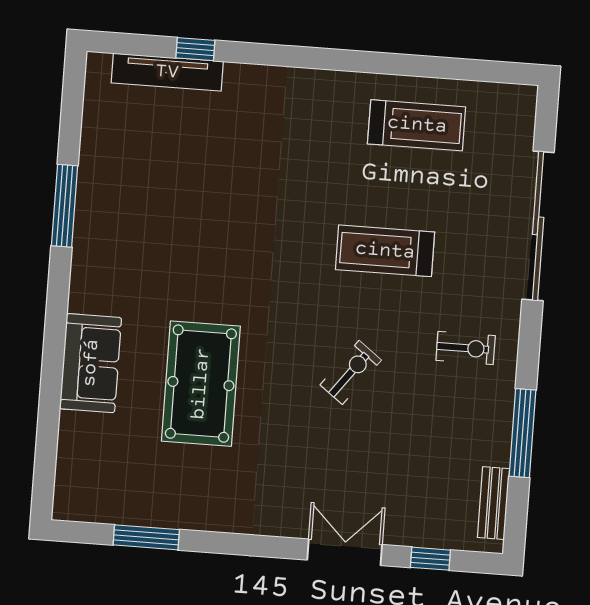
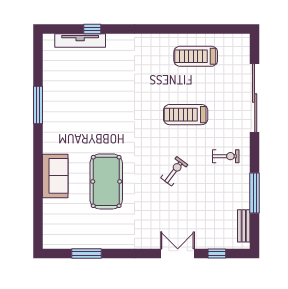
treadmill: (417, 125) -> (196, 56), turned 180

